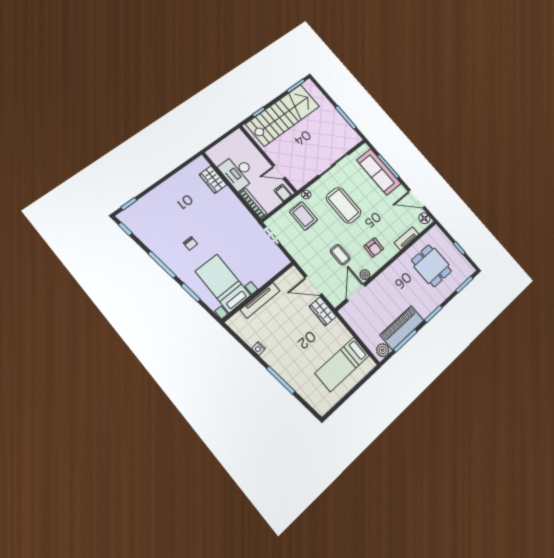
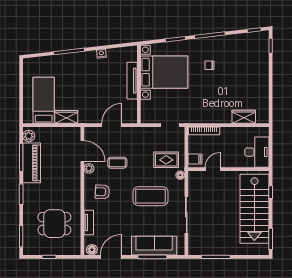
desk: (238, 172) -> (257, 152), moved, turned 90
bed with nightstands: (223, 283) -> (164, 72), width x1.36
wardrobe: (323, 311) -> (66, 117), moved

